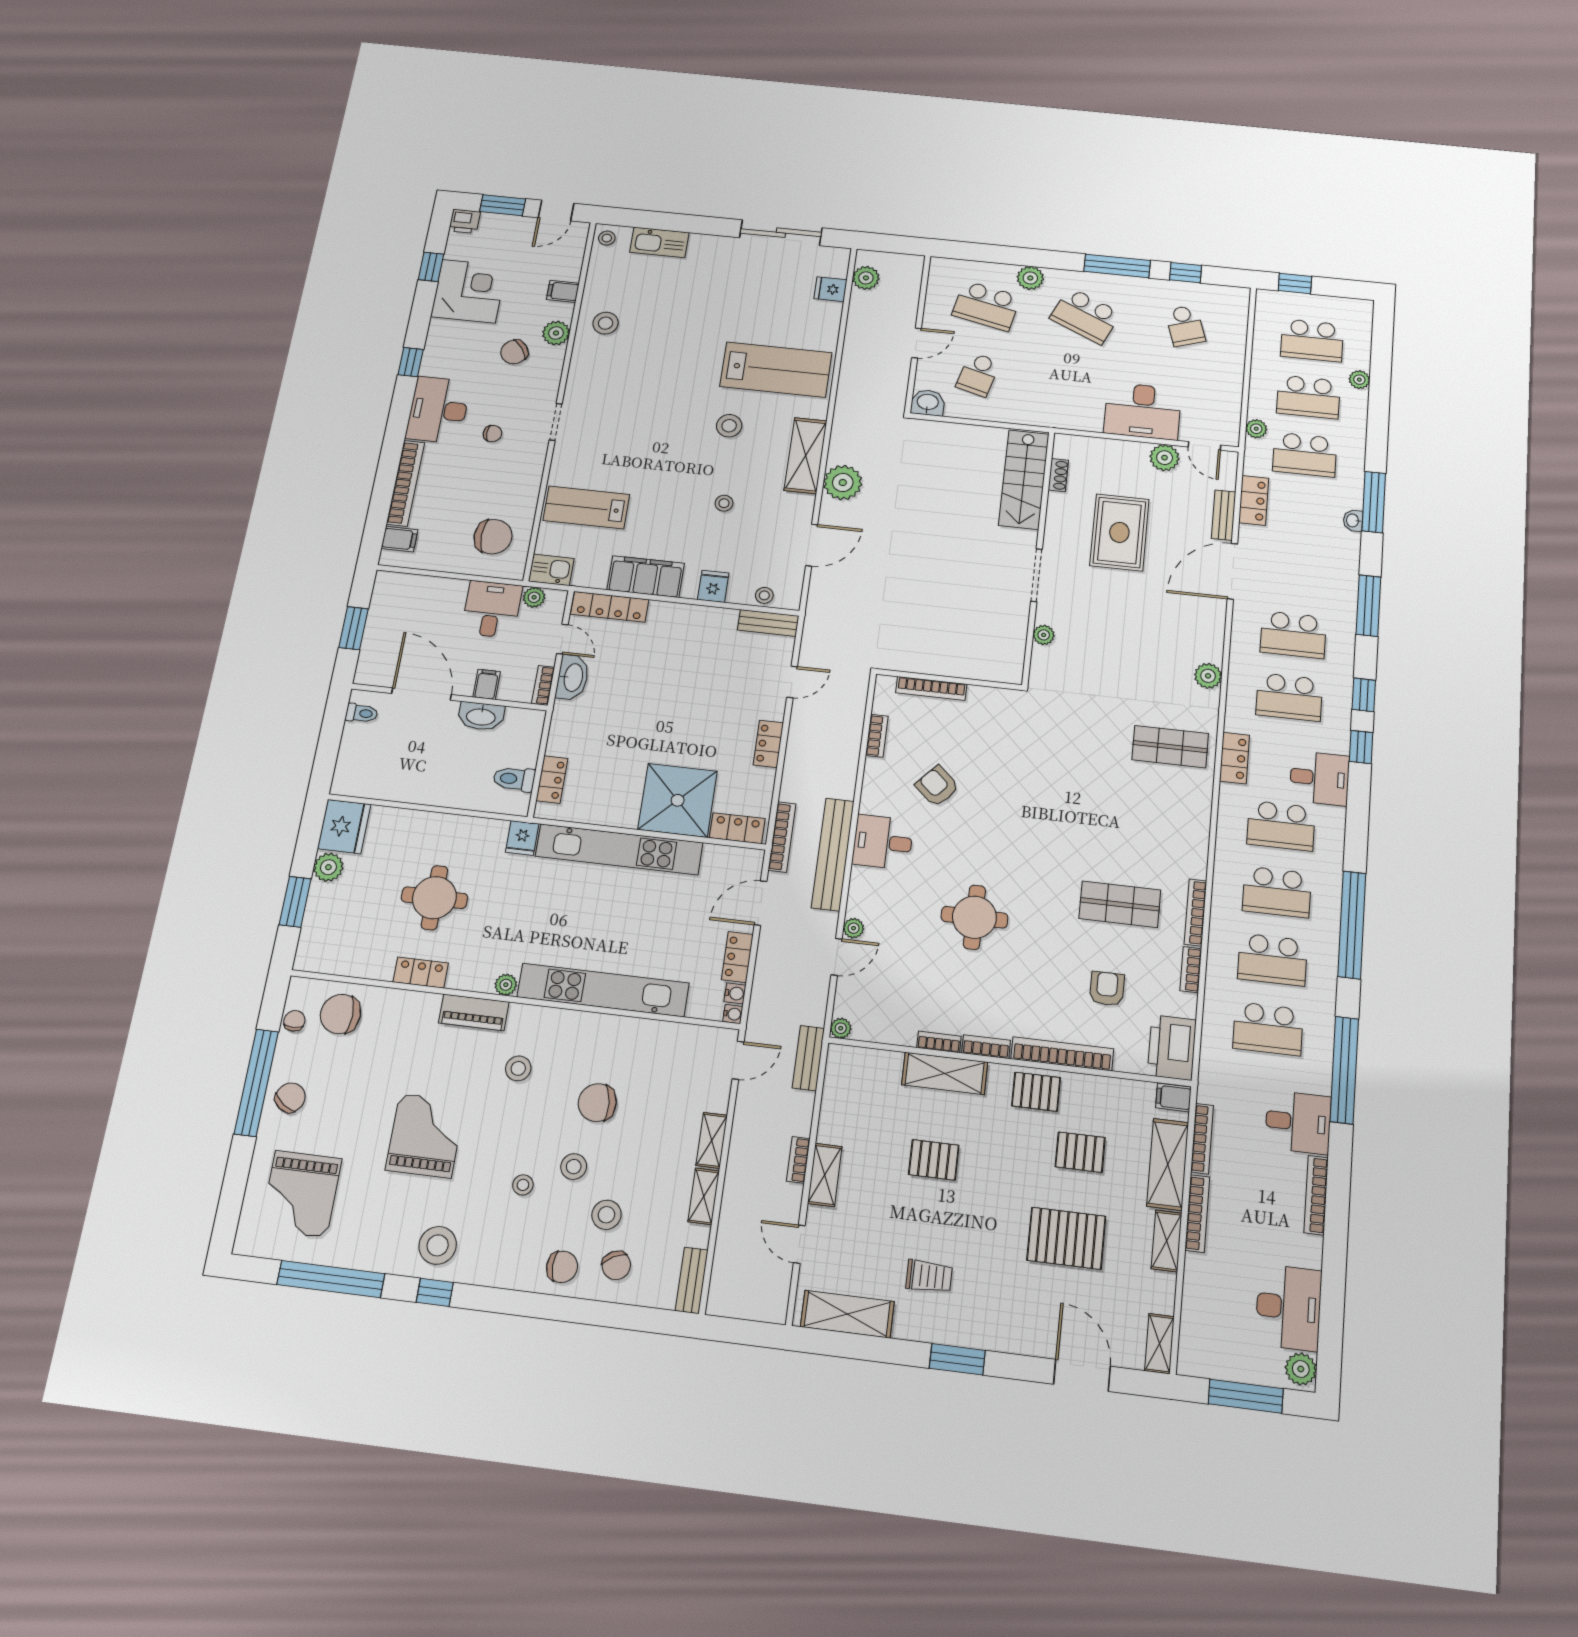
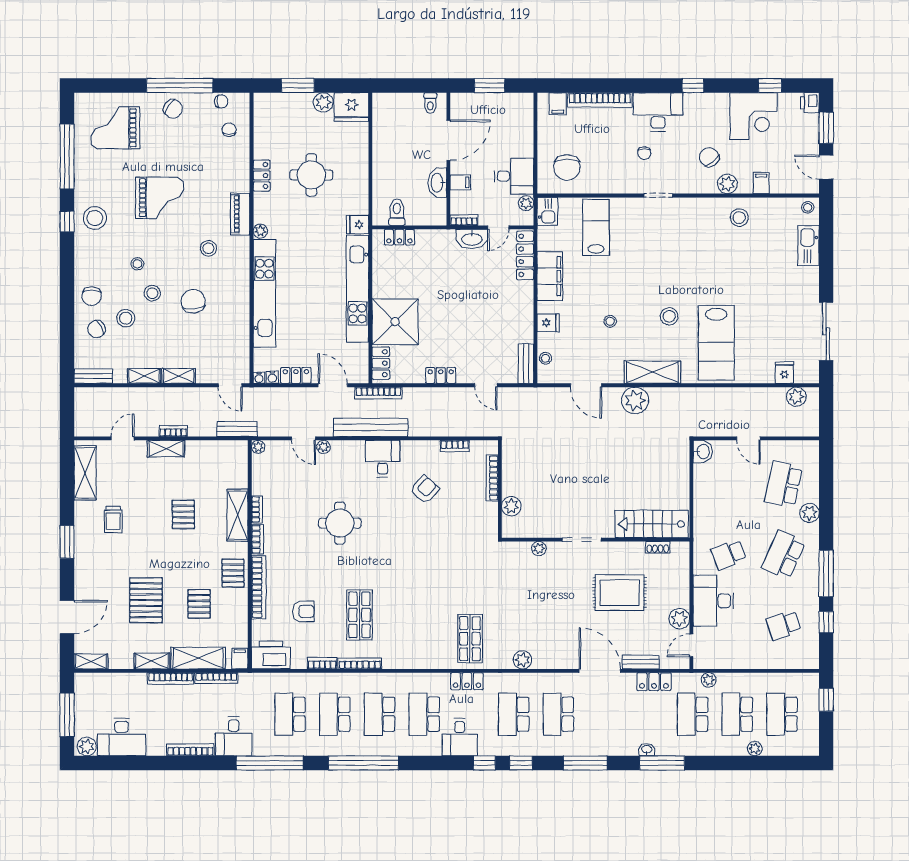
school desk: (978, 374) -> (729, 555), moved, turned -36
plant: (976, 666) -> (511, 506), added
chair: (340, 1014) -> (229, 130), width x0.54, depth x0.54

